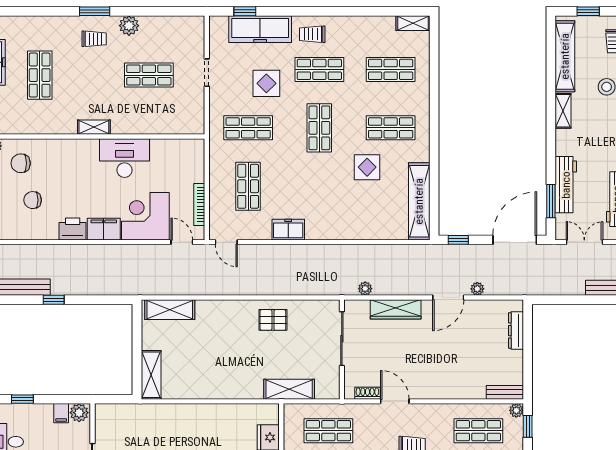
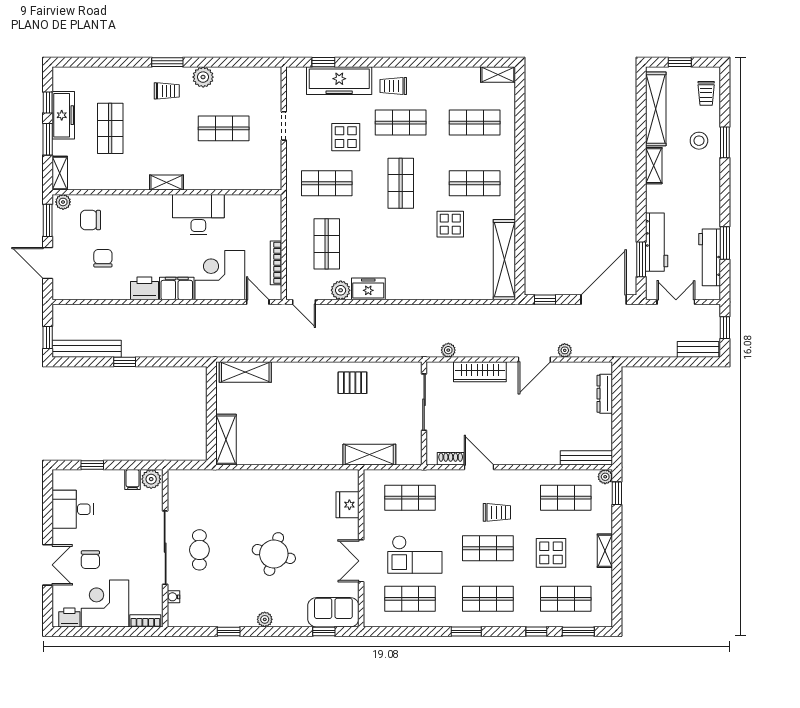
chair: (33, 200) -> (103, 258), turned 90
plant: (261, 231) -> (341, 290), added
bench: (505, 392) -> (586, 458), width x1.36

